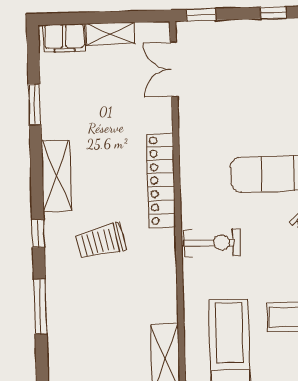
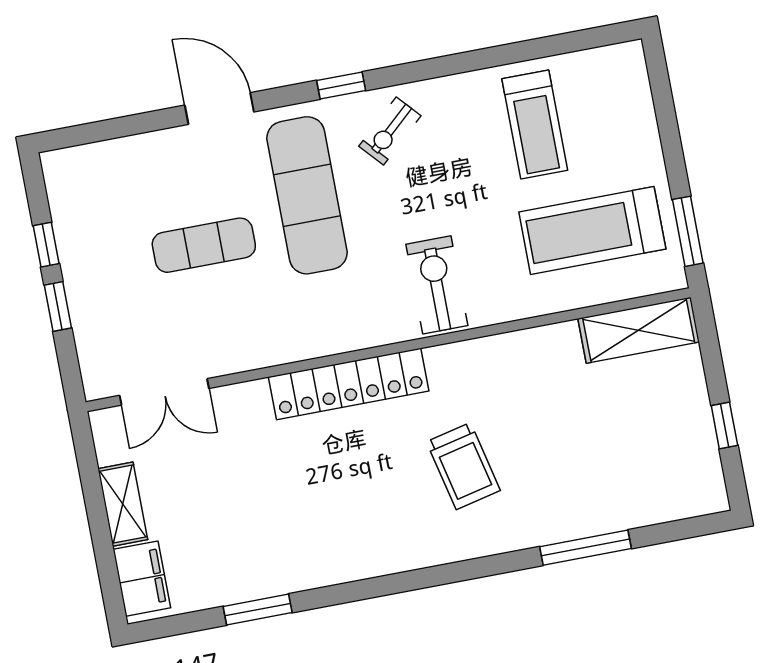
window: (201, 15) -> (58, 306), moved
exercise mat: (258, 107) -> (204, 245), added
shelving: (56, 176) -> (368, 555), removed
window: (38, 234) -> (467, 570), removed

